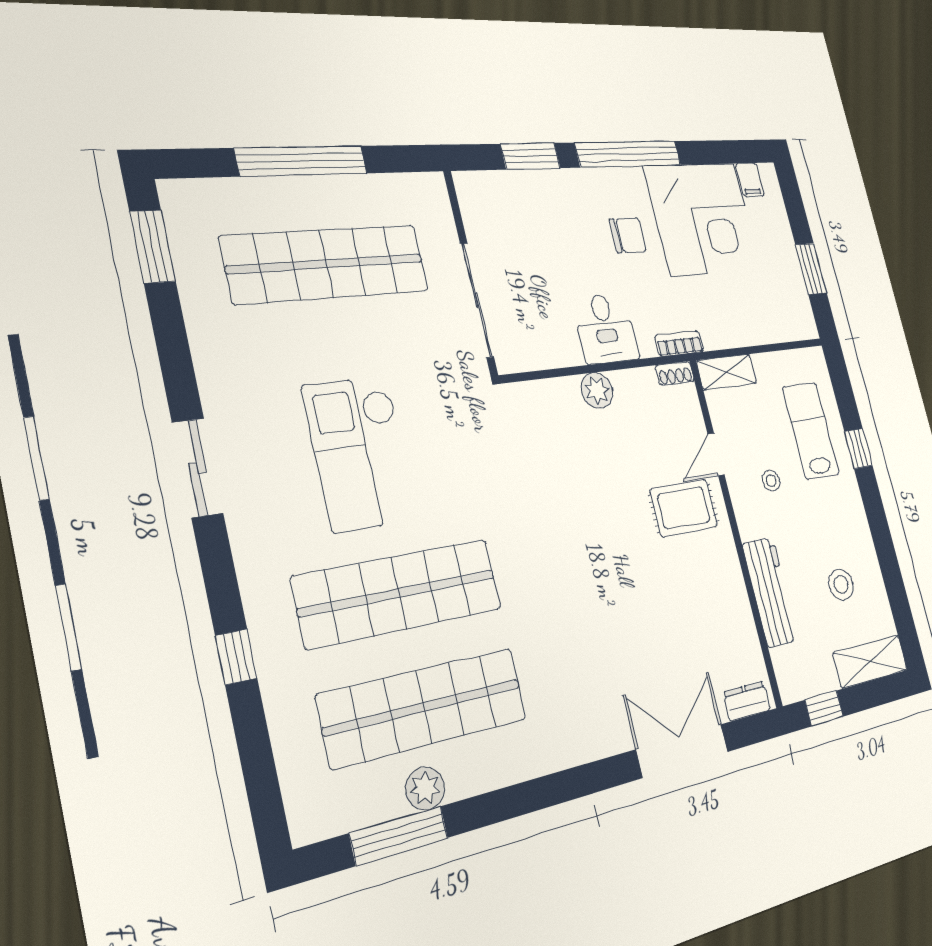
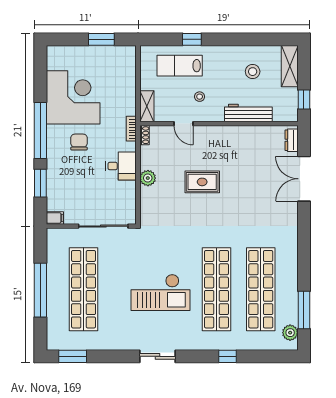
filing cabinet: (750, 180) -> (55, 218), moved
rug: (684, 508) -> (202, 182), moved, turned 90
plant: (425, 788) -> (290, 333), moved

